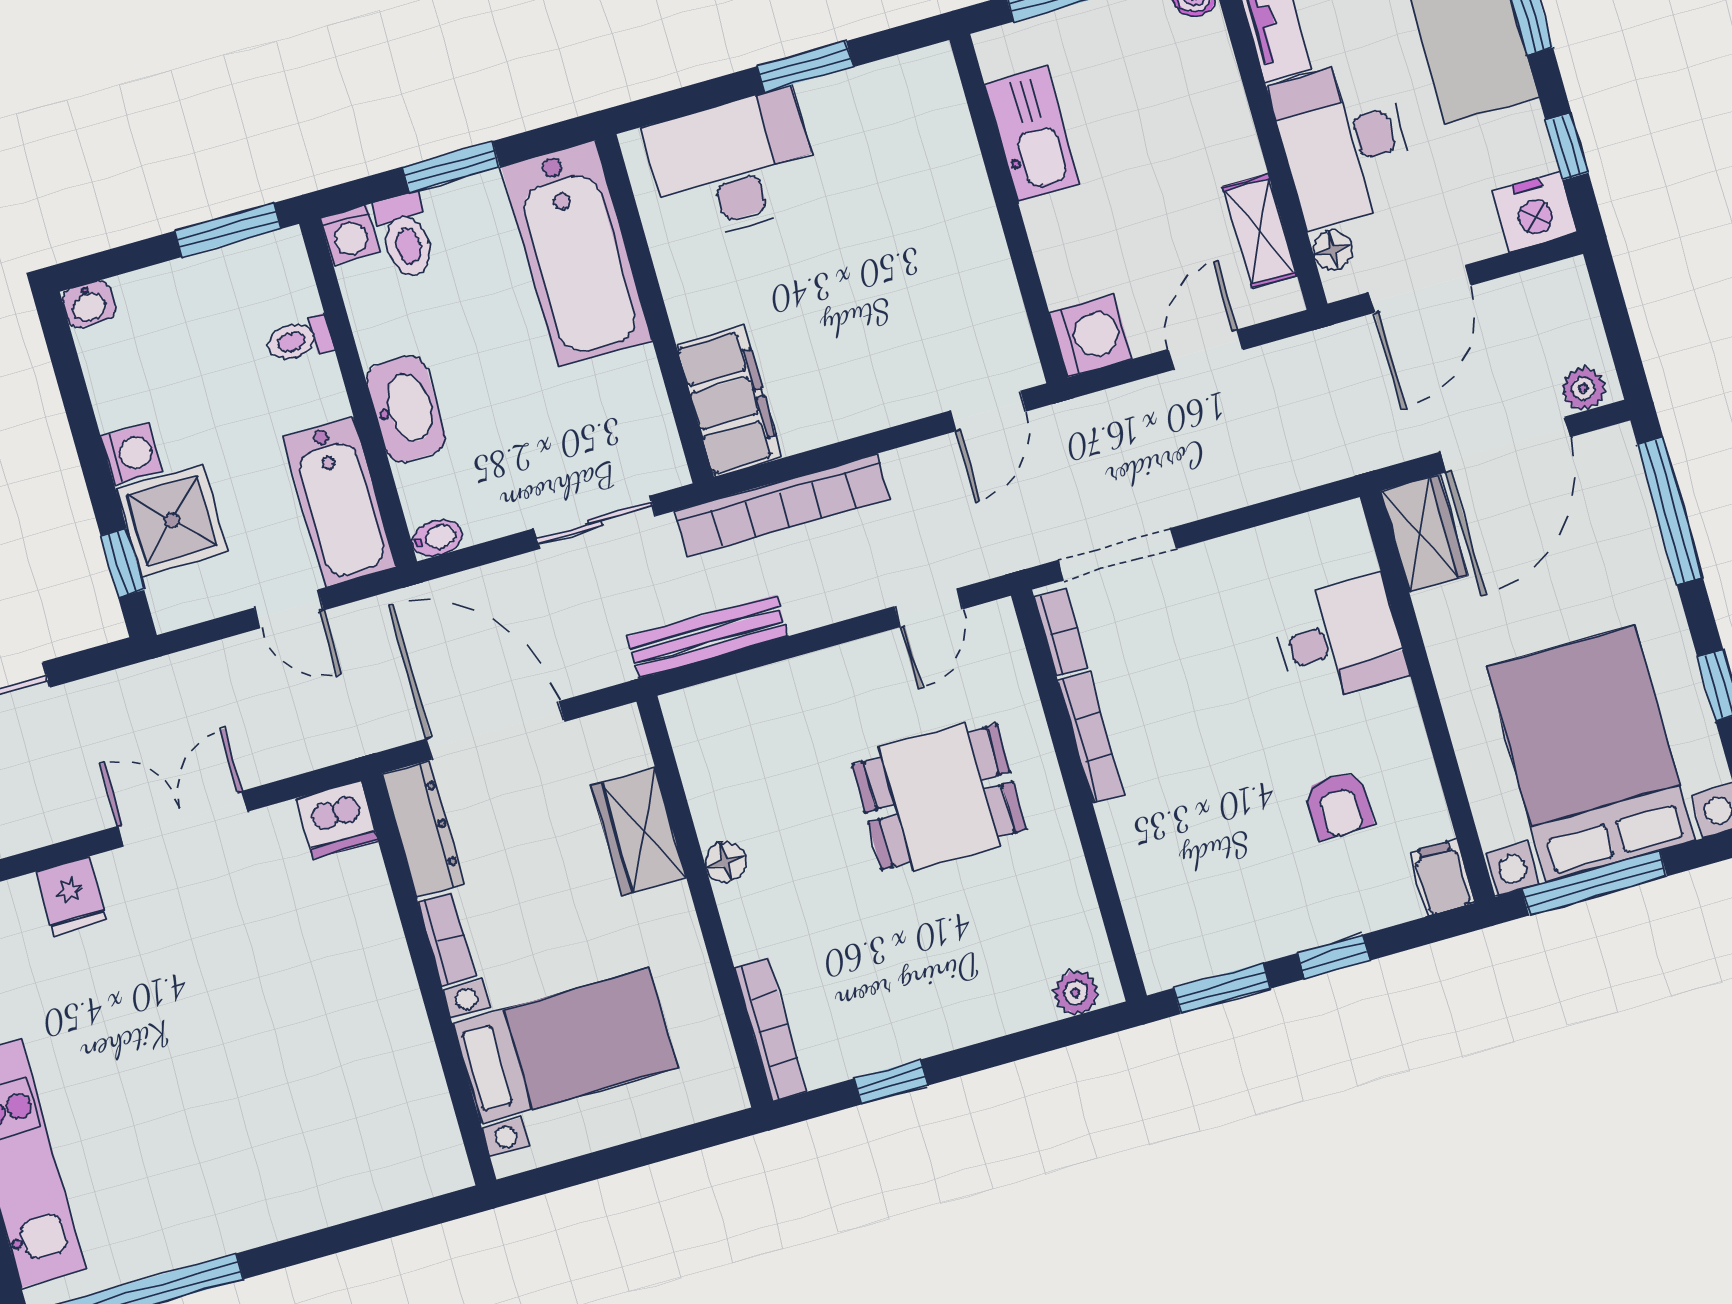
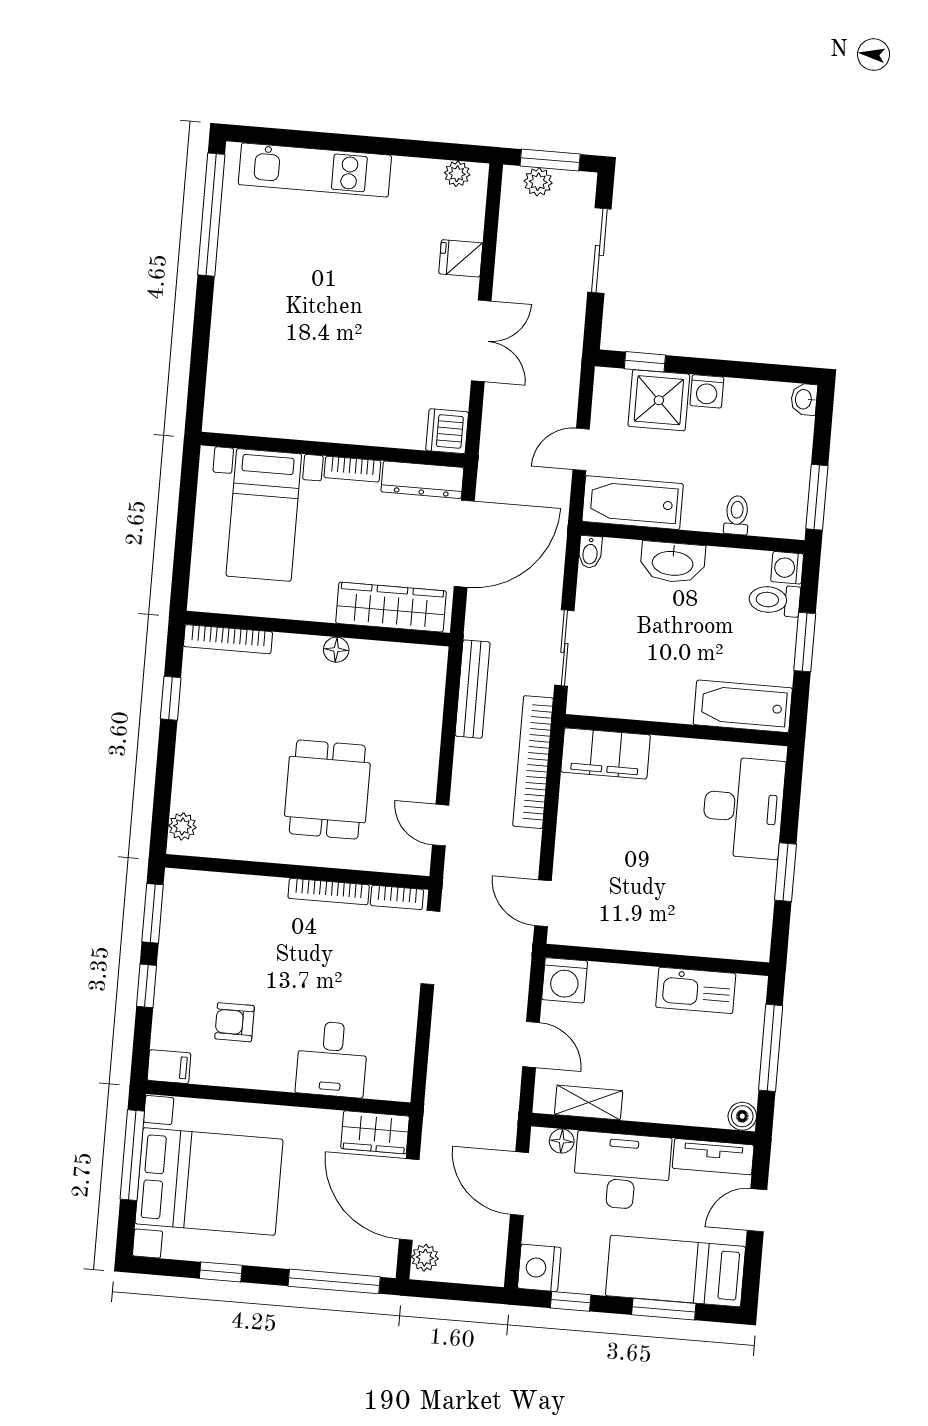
bathtub: (577, 254) -> (743, 706), width x0.73, depth x0.73
wardrobe: (639, 832) -> (391, 607), width x1.50

